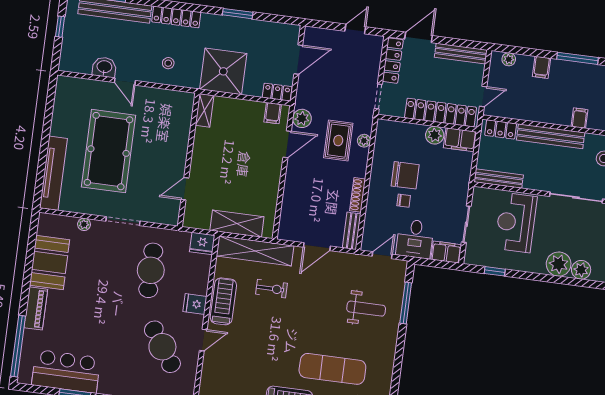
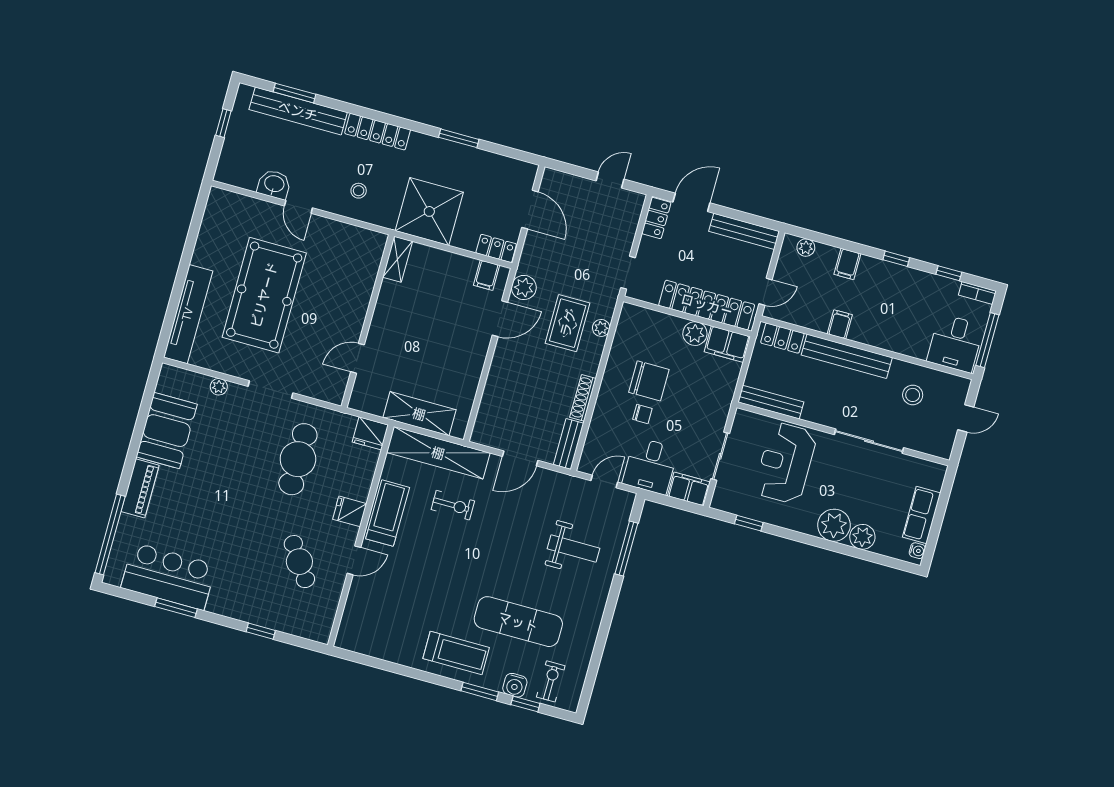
window: (578, 58) -> (896, 259), width x0.46
door: (298, 59) -> (530, 210), hinge flipped
locker: (393, 61) -> (656, 218), width x0.66
filing cabinet: (580, 118) -> (840, 324), moved
cafe table: (162, 347) -> (299, 562), width x0.73, depth x0.74

